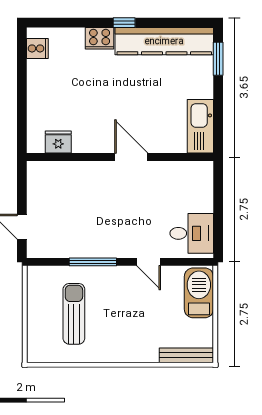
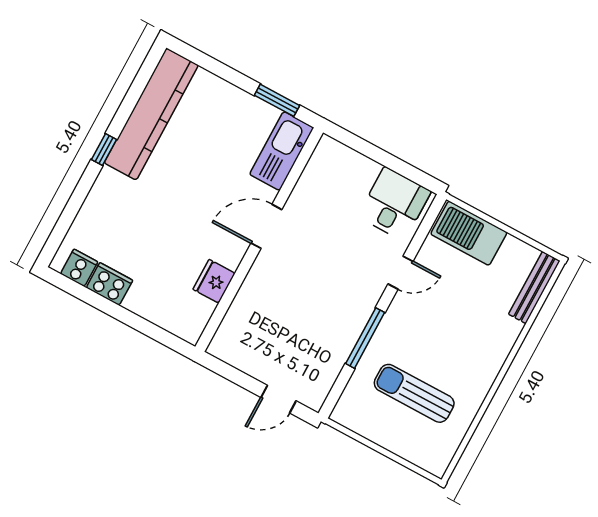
cooker: (100, 38) -> (109, 284), moved, turned -90
window: (218, 59) -> (277, 100), moved
kitchen sink: (200, 126) -> (282, 151), moved, turned 90
fridge: (58, 142) -> (214, 281), moved

